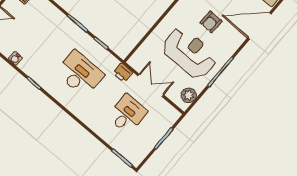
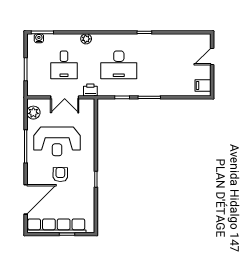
water cooler: (15, 58) -> (39, 38), moved
plant: (89, 120) -> (86, 39), added

